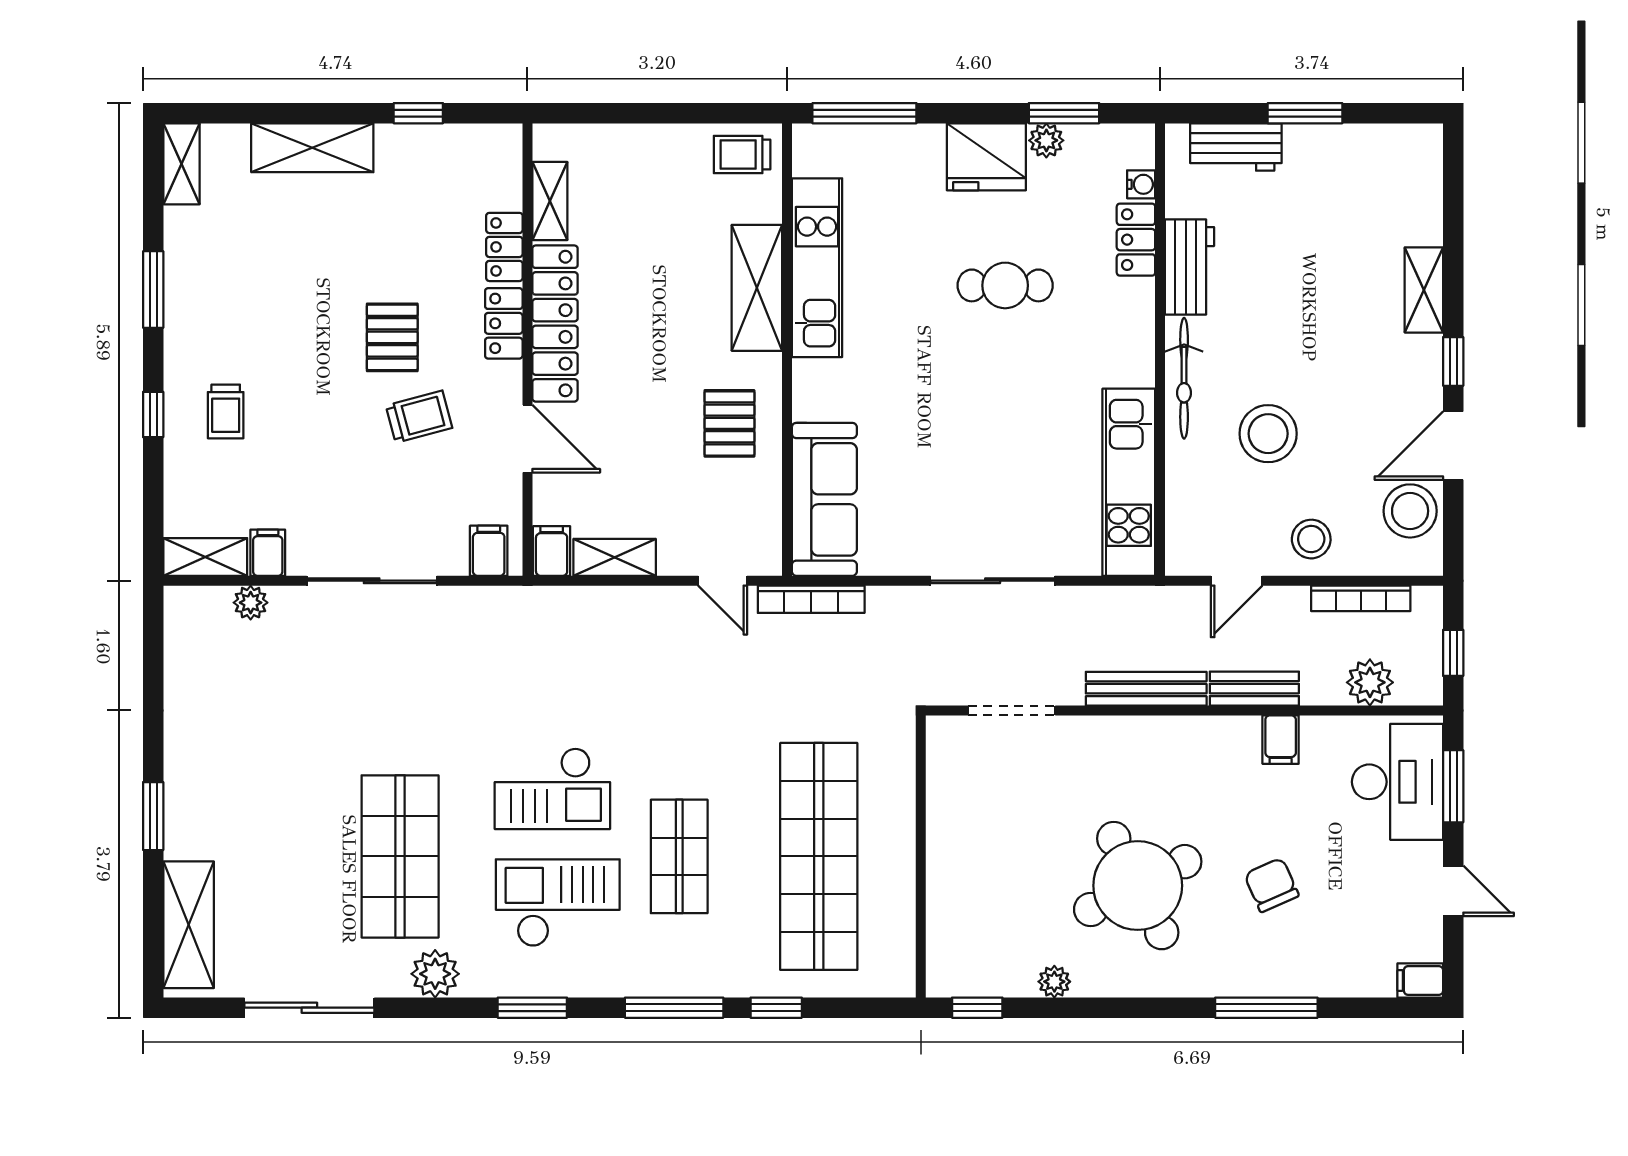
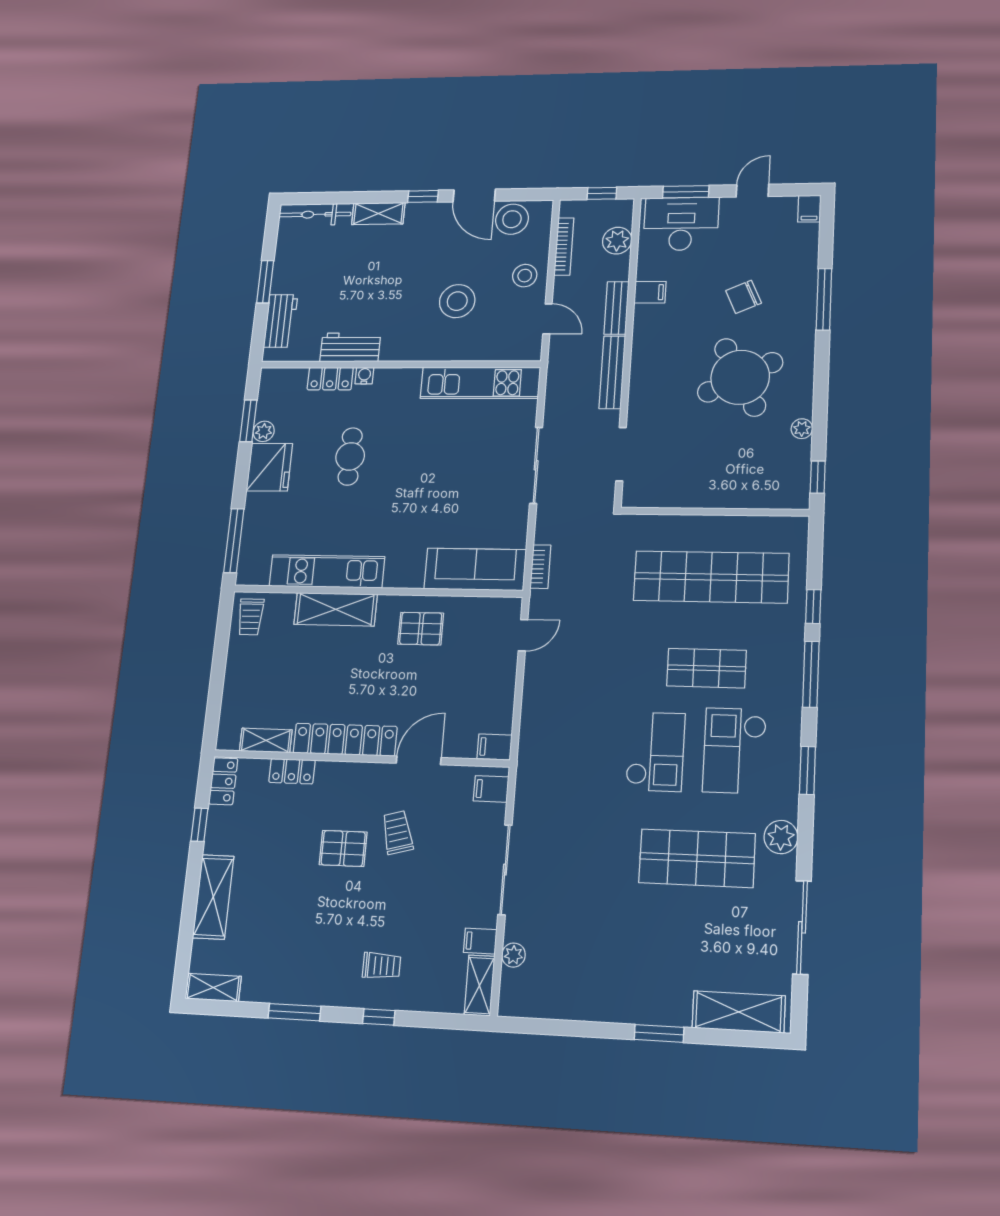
water cooler: (1141, 184) -> (364, 376), moved
locker: (504, 323) -> (223, 781), moved, turned -90
bicycle: (1184, 378) -> (315, 215), moved, turned 180
shelving: (615, 557) -> (502, 705), removed
bookcase: (811, 599) -> (540, 567), width x0.64

